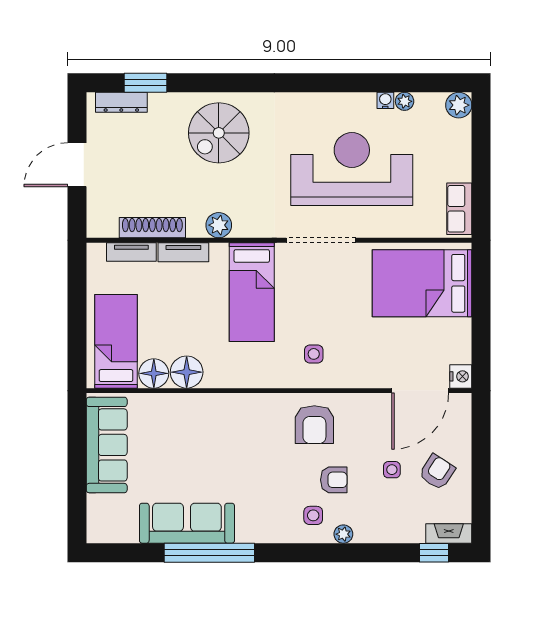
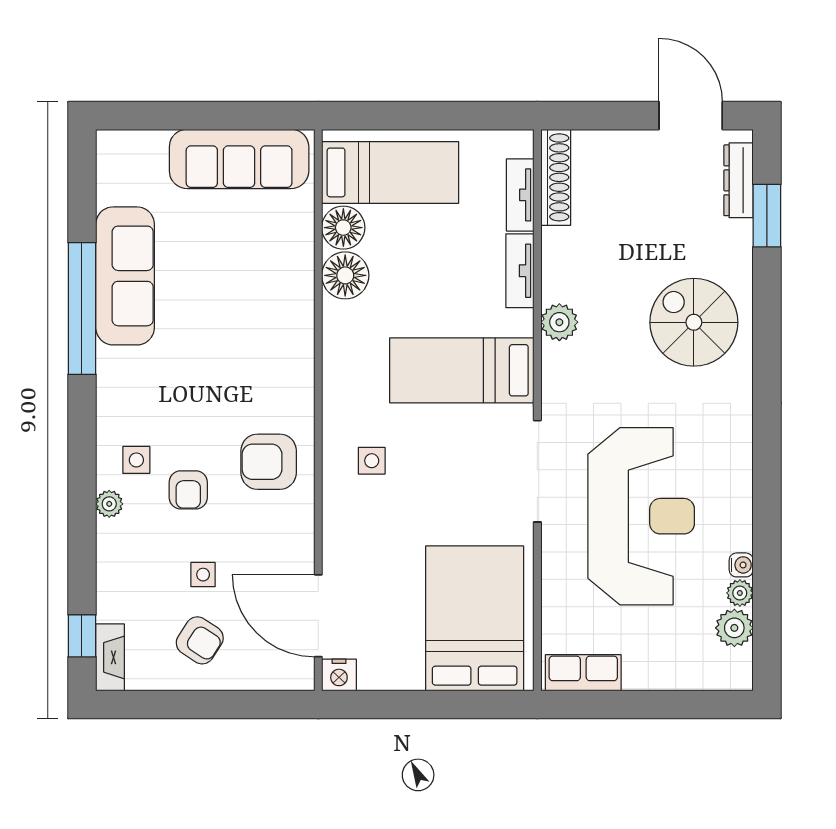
plant: (459, 105) -> (734, 628), moved
door: (77, 165) -> (691, 116), moved
shoe rack: (152, 228) -> (556, 177), moved

